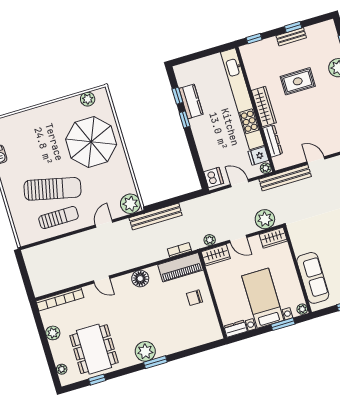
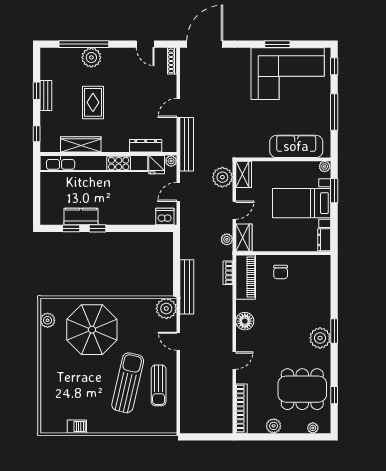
wardrobe: (264, 107) -> (81, 144), moved
sun lounger: (59, 218) -> (159, 385), turned 180

